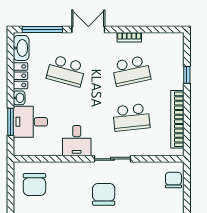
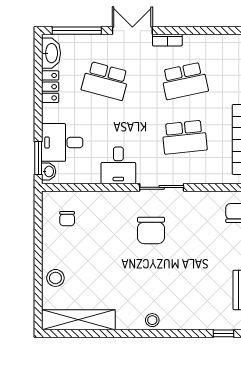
bookcase: (129, 37) -> (167, 40), moved
washbasin: (19, 98) -> (49, 171), moved
window: (11, 122) -> (38, 158), moved
chair: (34, 185) -> (67, 219), width x0.54, depth x0.54
chair: (104, 194) -> (151, 230), turned 180

